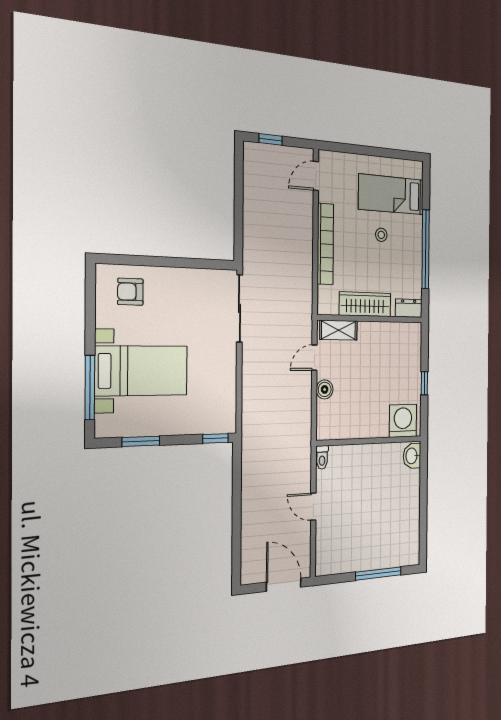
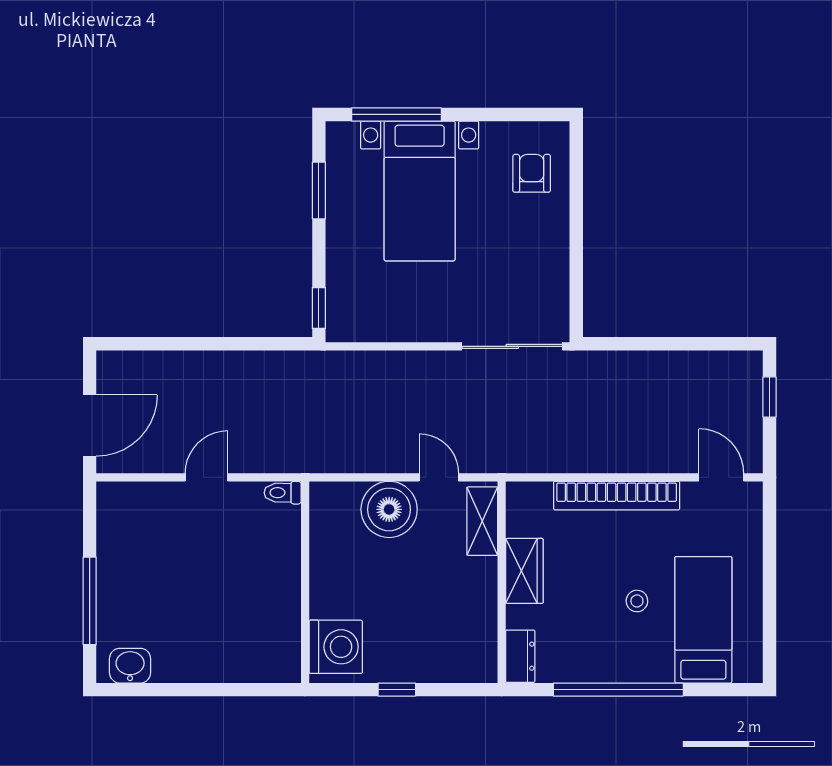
wardrobe: (365, 304) -> (524, 571), width x0.67
boiler: (325, 389) -> (389, 509), width x1.86, depth x1.86
washbasin: (412, 456) -> (130, 666), moved

